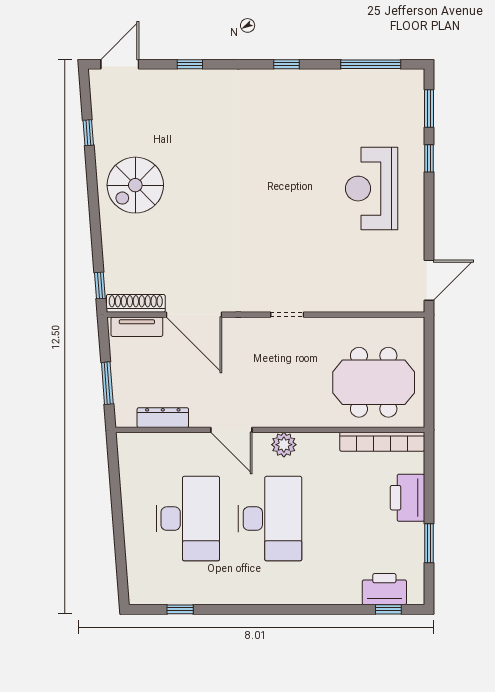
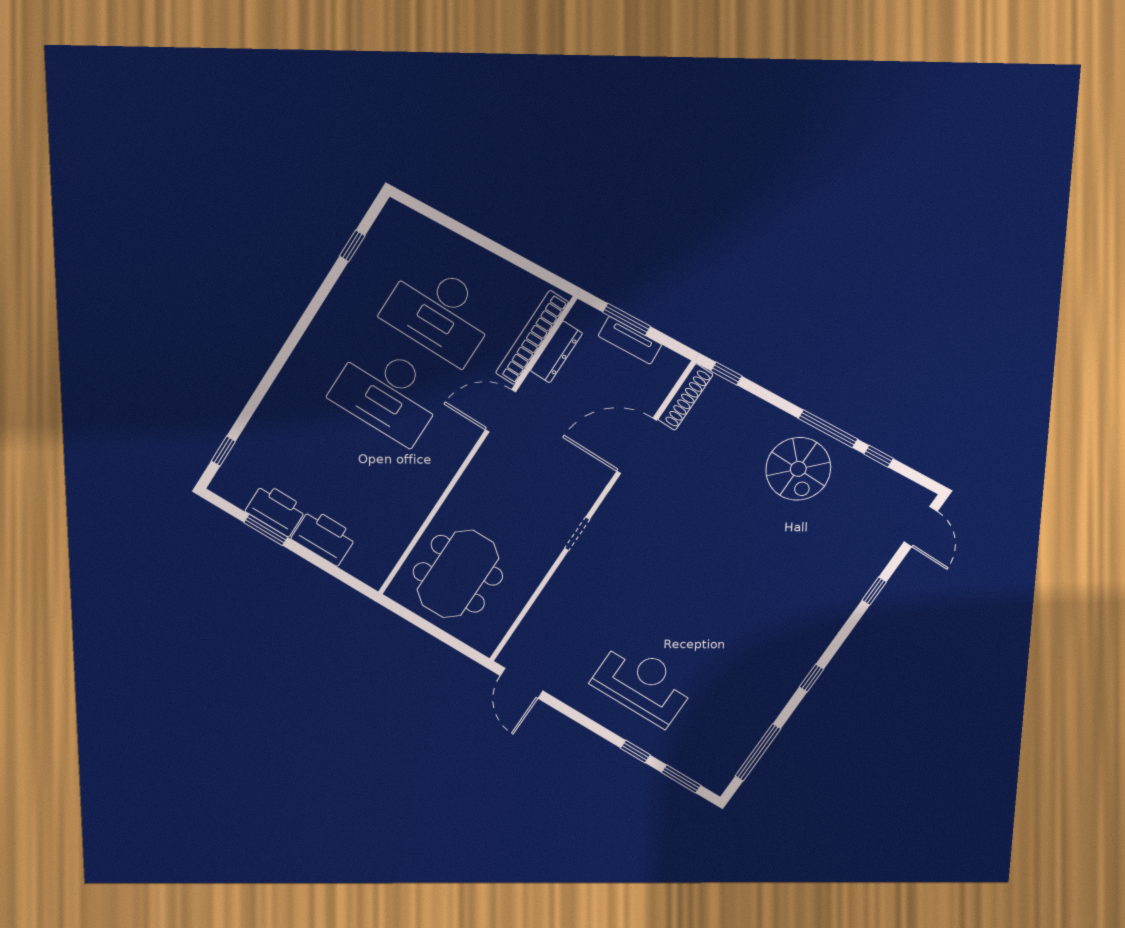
window: (92, 184) -> (828, 429), added
spiral stairs: (135, 185) -> (798, 469), turned 180
tv unit: (137, 327) -> (630, 340), moved, turned -94
bookcase: (382, 442) -> (532, 338), moved
plant: (284, 445) -> (453, 452), removed
printer: (384, 589) -> (276, 510), moved, turned -90

